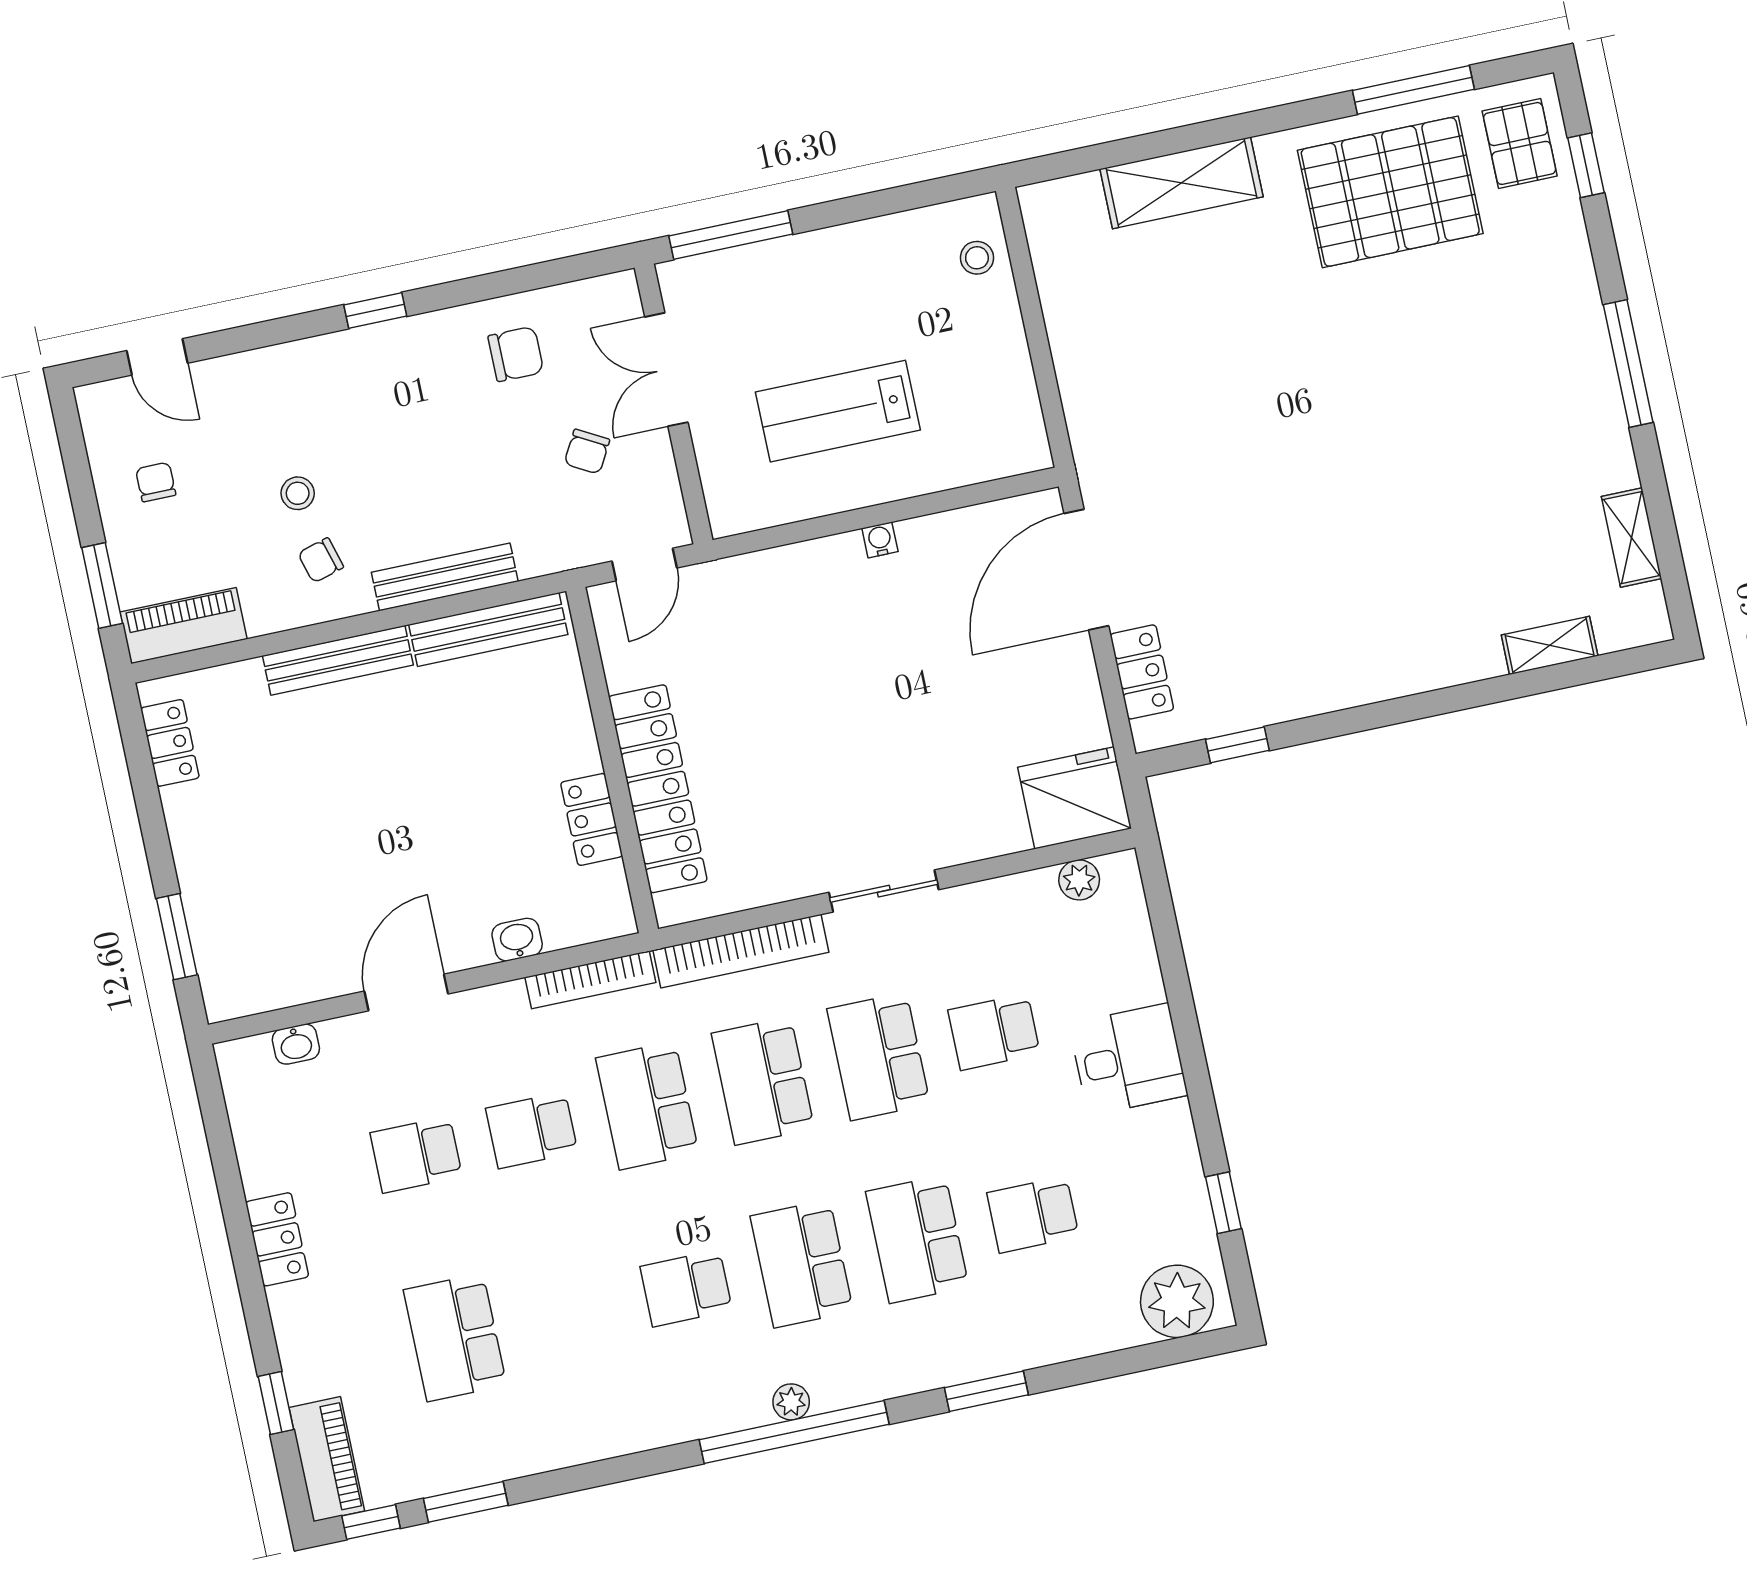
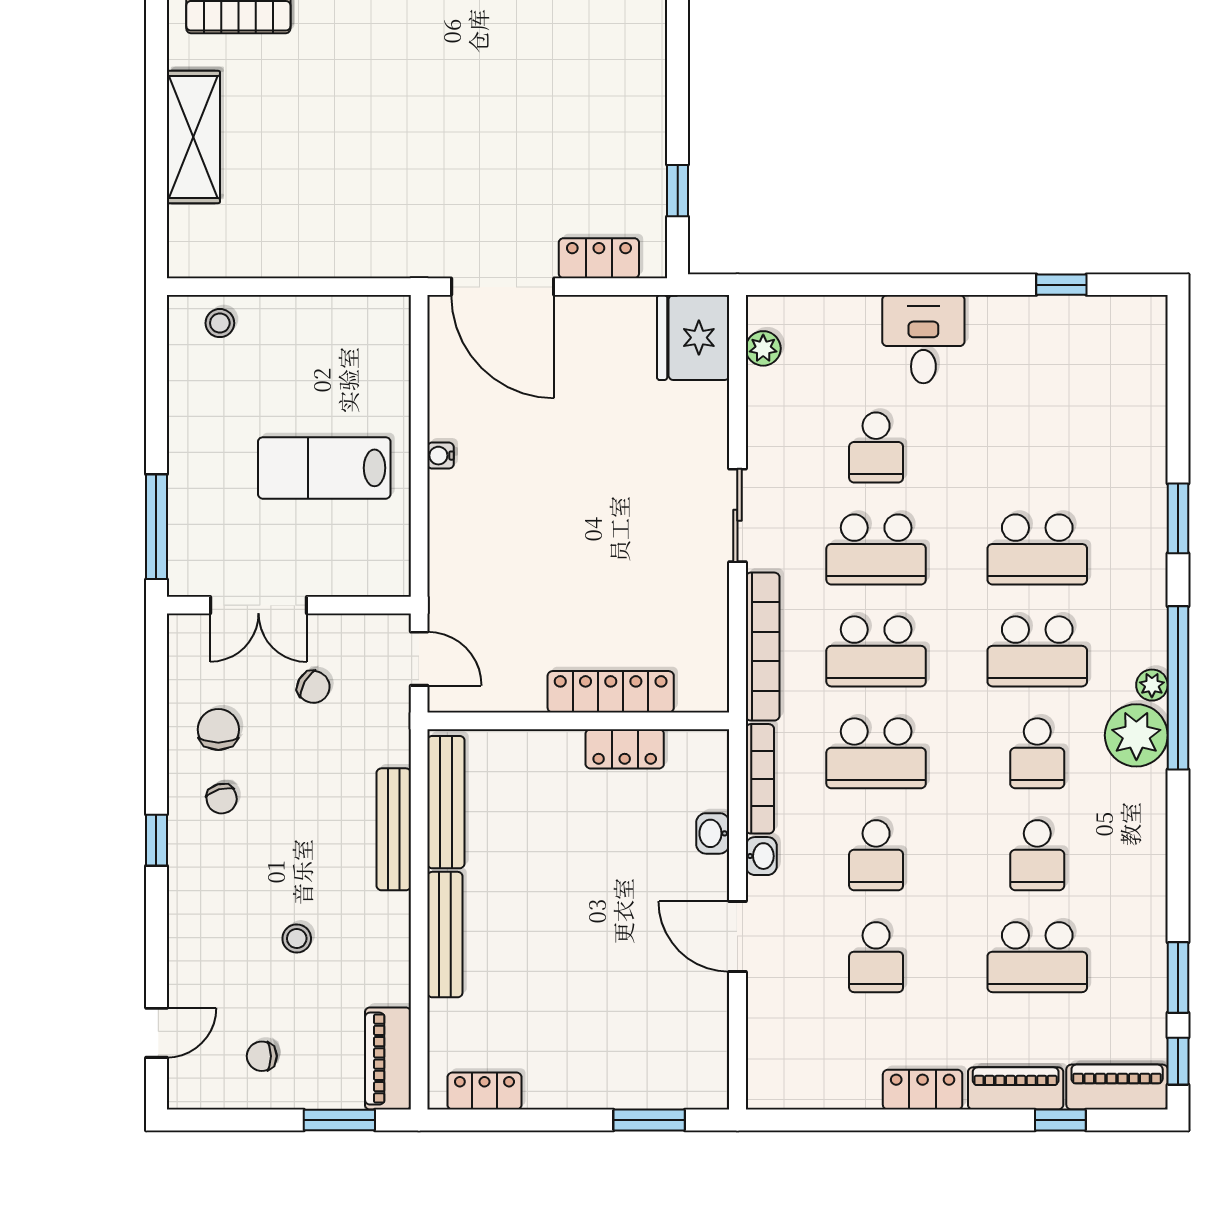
lab bench: (838, 411) -> (324, 468), turned 90
chair: (321, 560) -> (222, 799), moved
locker: (658, 789) -> (611, 692), width x0.71, depth x0.83
washbasin: (296, 1044) -> (761, 856), moved
school desk: (1033, 1215) -> (1037, 855), moved
plant: (1177, 1301) -> (1136, 735), moved
piano: (301, 1345) -> (1016, 1088), added

